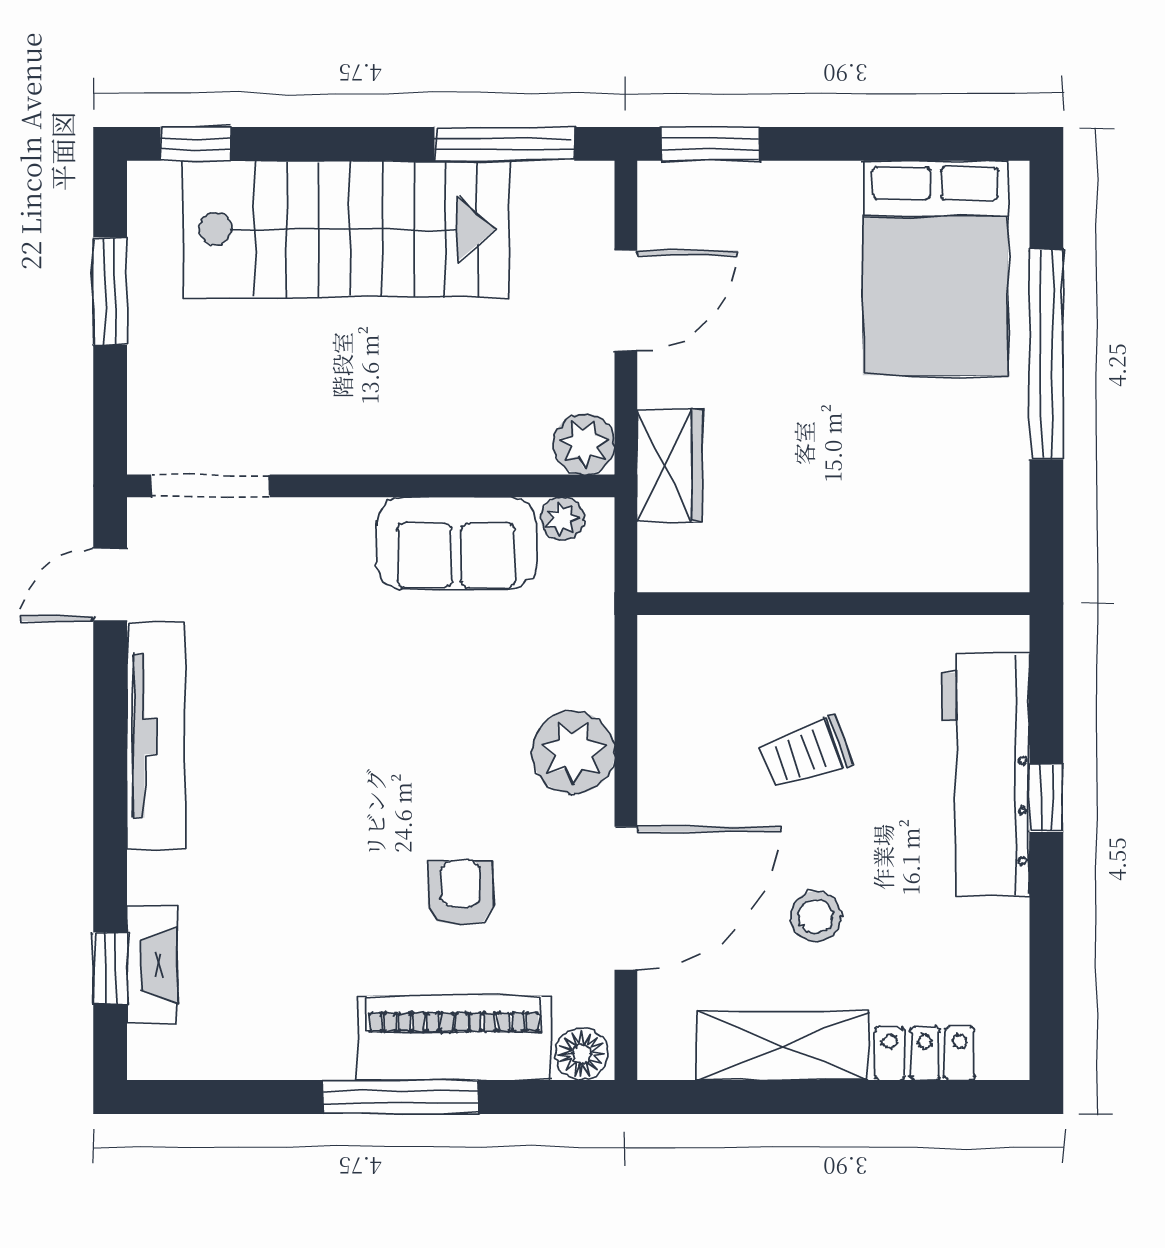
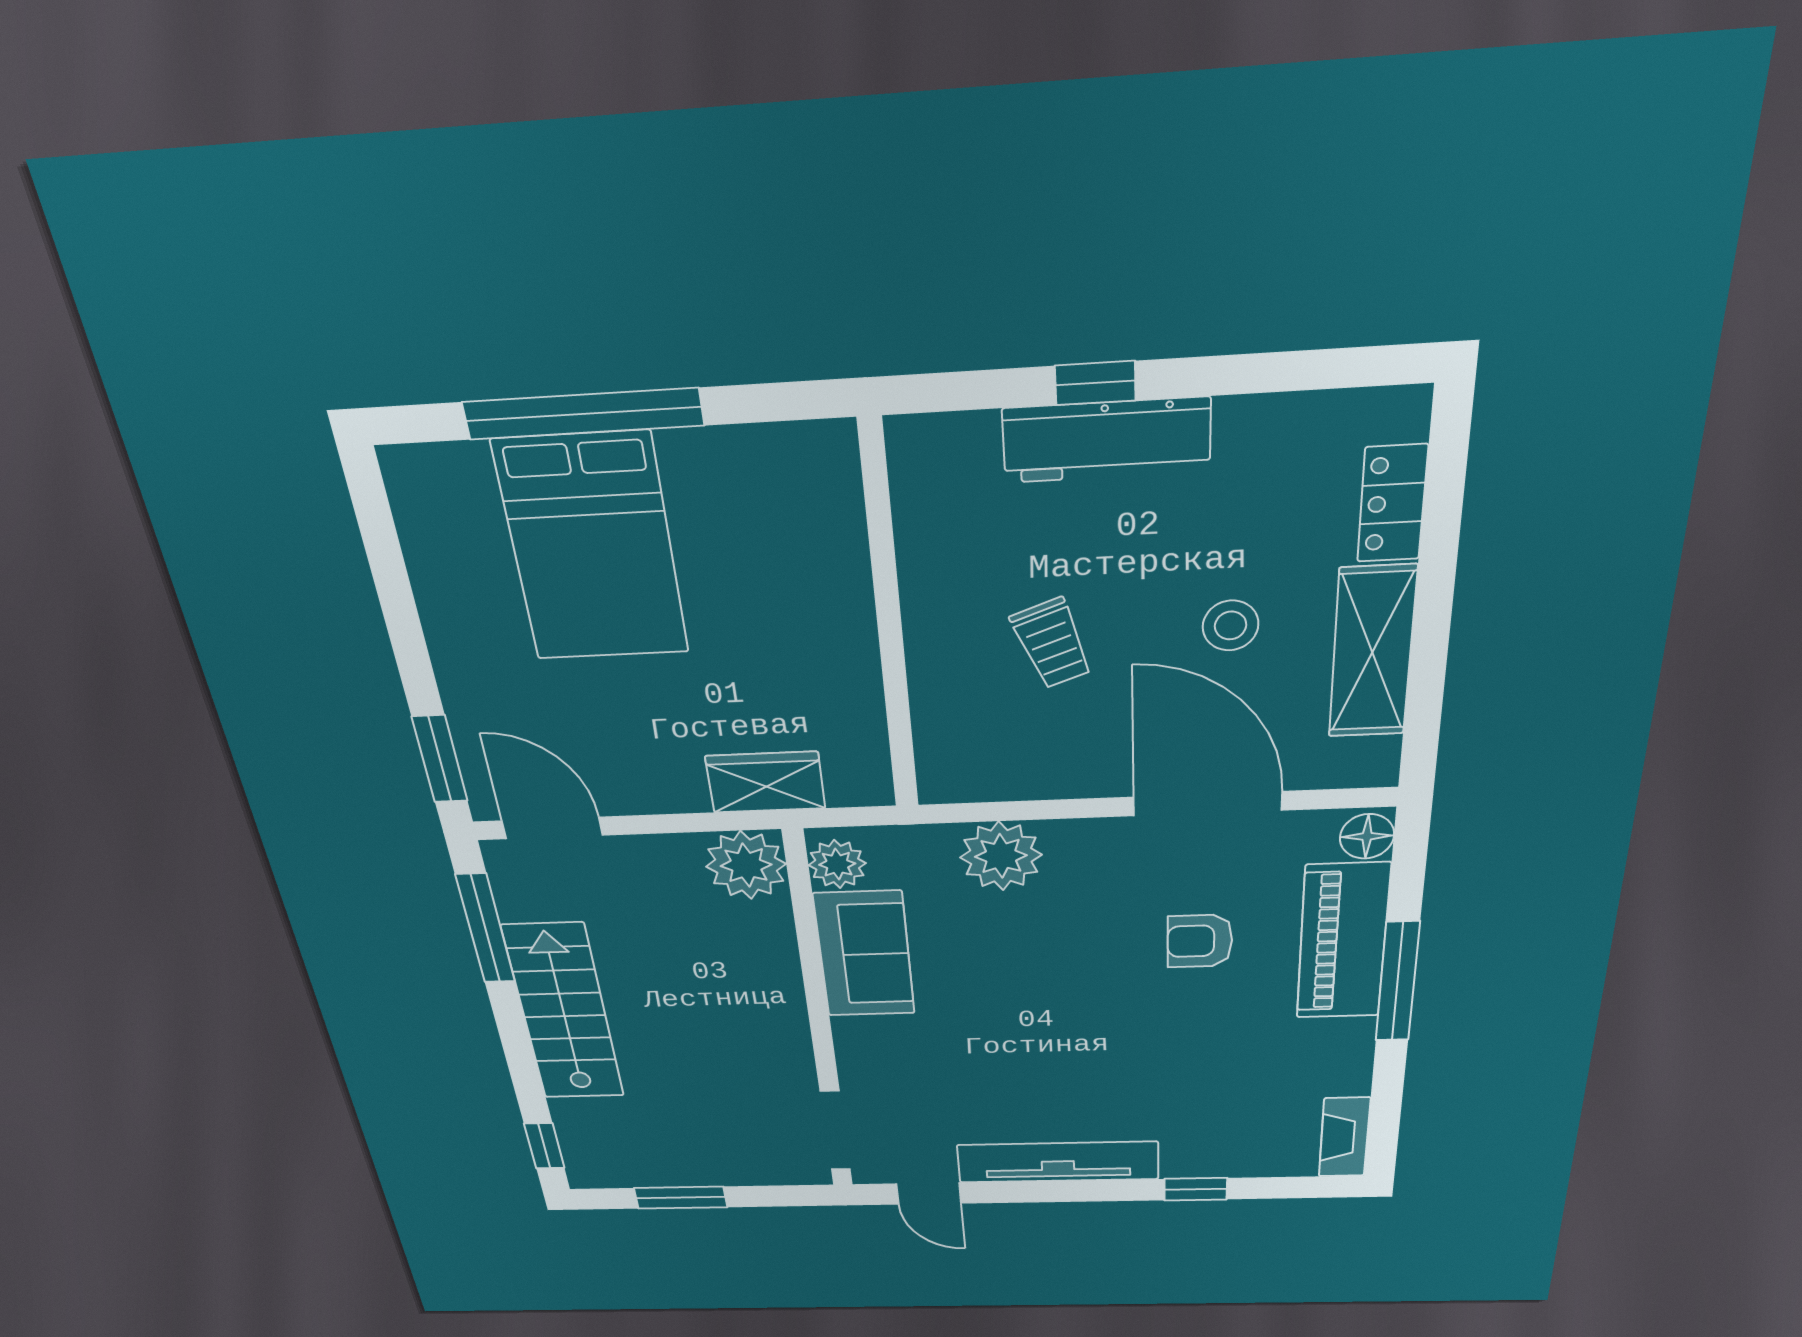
stairs: (346, 229) -> (564, 1013), width x0.73, depth x0.66
bed: (935, 268) -> (592, 548), moved, turned 90
door: (626, 301) -> (552, 828), moved
plant: (584, 444) -> (746, 865), width x1.36, depth x1.36
plant: (562, 519) -> (837, 864), width x1.38, depth x1.38
plant: (573, 753) -> (1001, 856), moved
workbench: (986, 774) -> (1106, 440), width x0.73, depth x0.76
fireplace: (152, 965) -> (1344, 1137), moved, turned -90
window: (110, 968) -> (1196, 1189), moved

